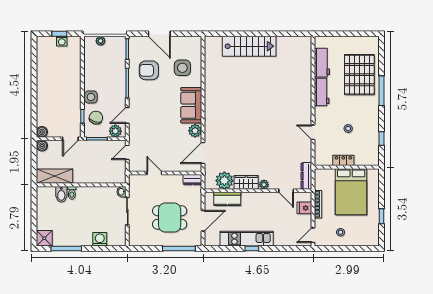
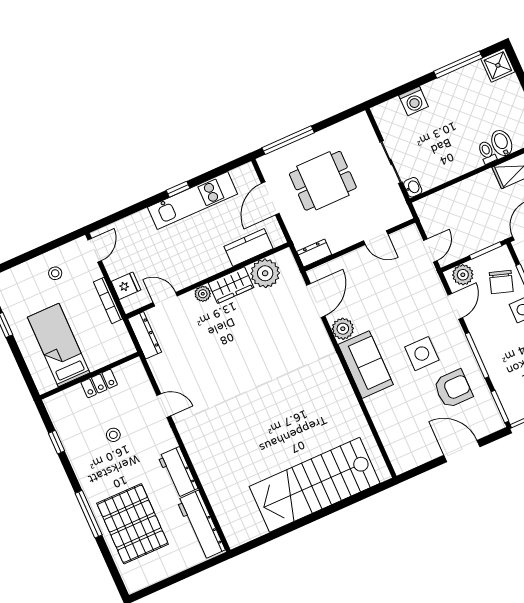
stairs: (249, 46) -> (315, 485), width x1.36, depth x1.51
workbench: (322, 63) -> (201, 525), width x1.37
side table: (182, 68) -> (422, 354), moved
bed: (351, 192) -> (59, 345), width x0.67

